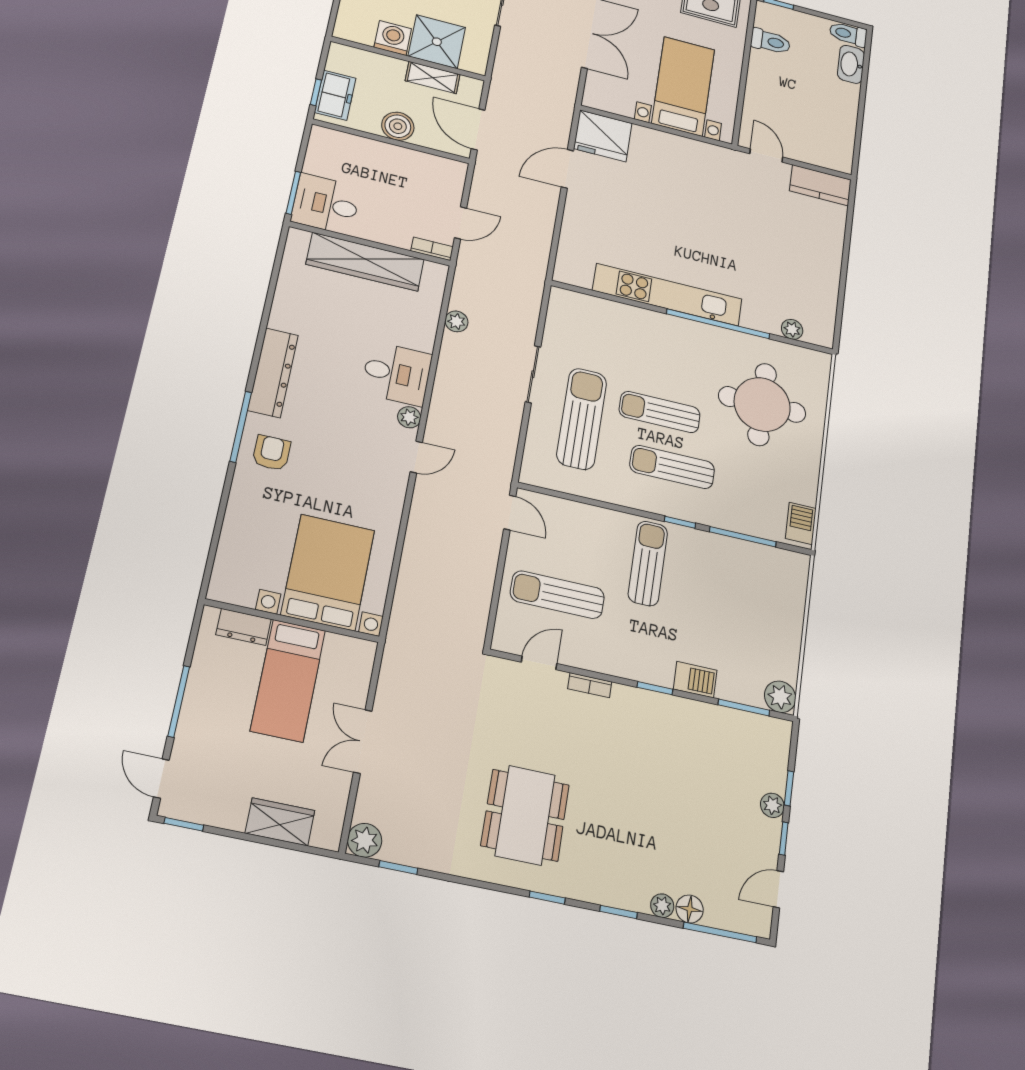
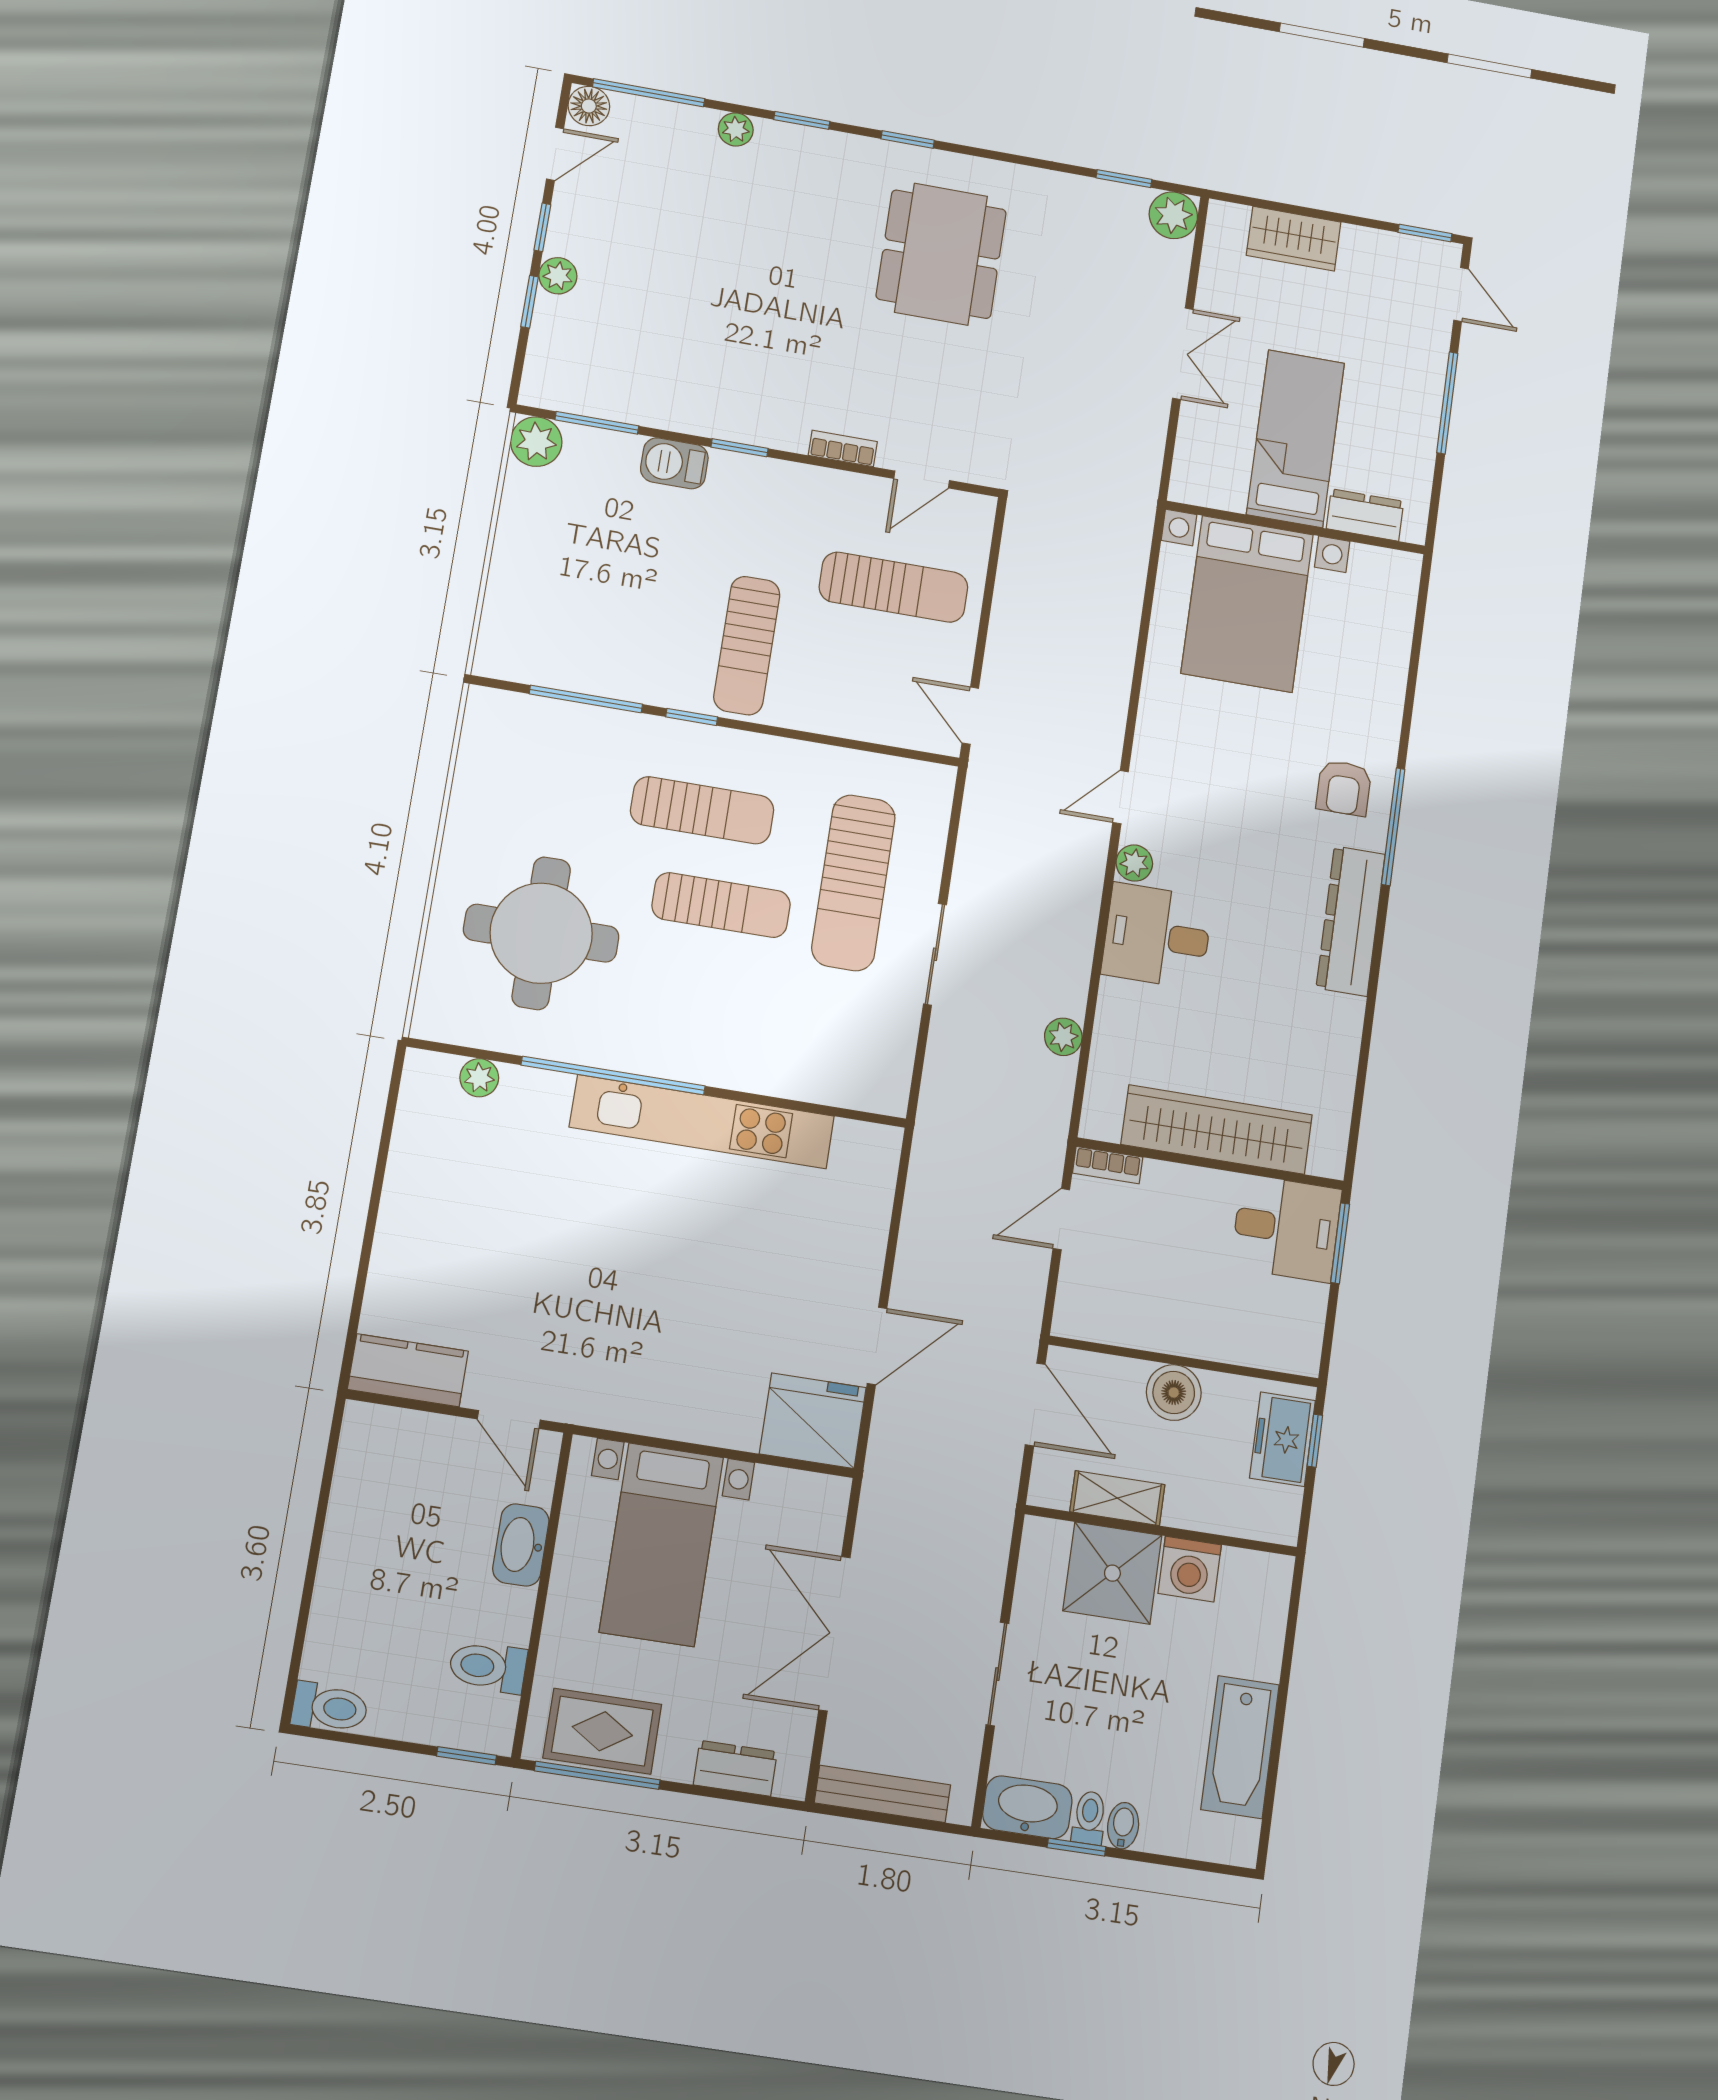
washbasin: (851, 64) -> (521, 1545), moved, turned 180
barbecue: (801, 523) -> (485, 728), removed
floor lamp: (690, 909) -> (589, 106), moved

